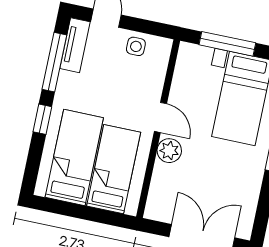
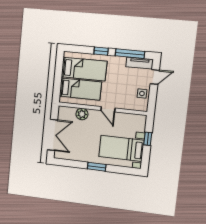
window: (227, 44) -> (148, 139), width x0.46
door: (160, 117) -> (108, 109), hinge flipped
plant: (169, 151) -> (82, 114), moved

